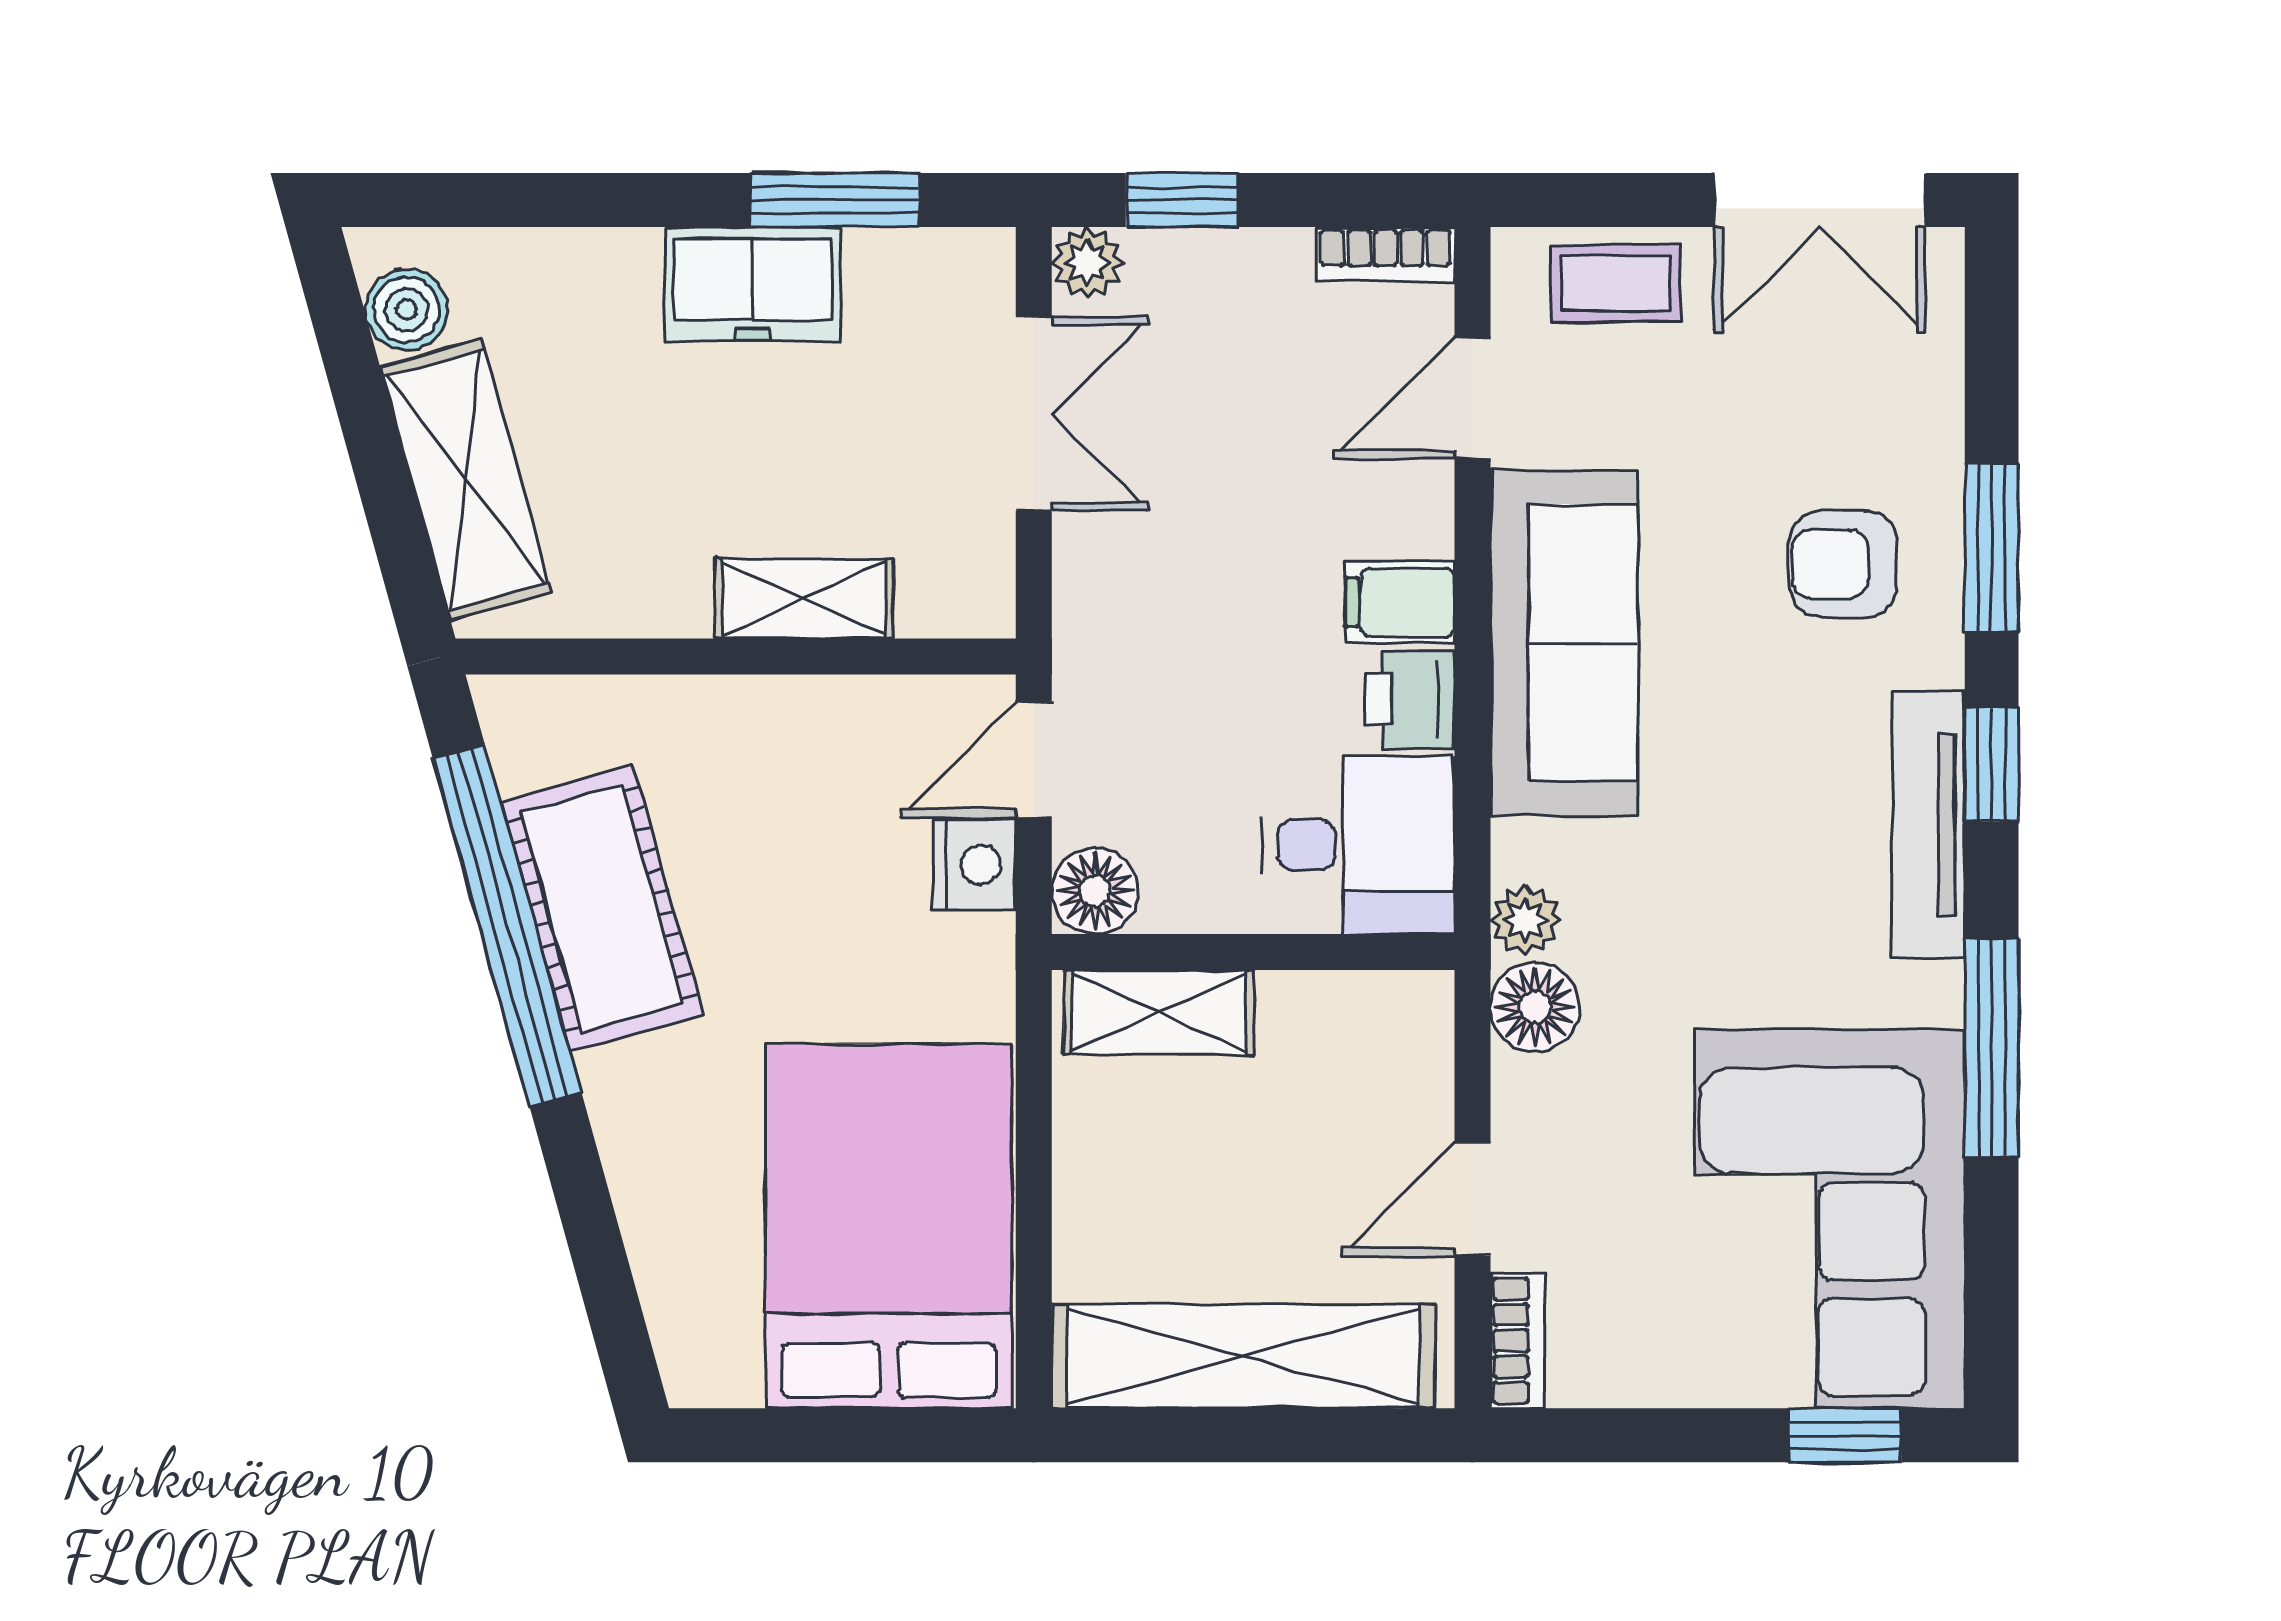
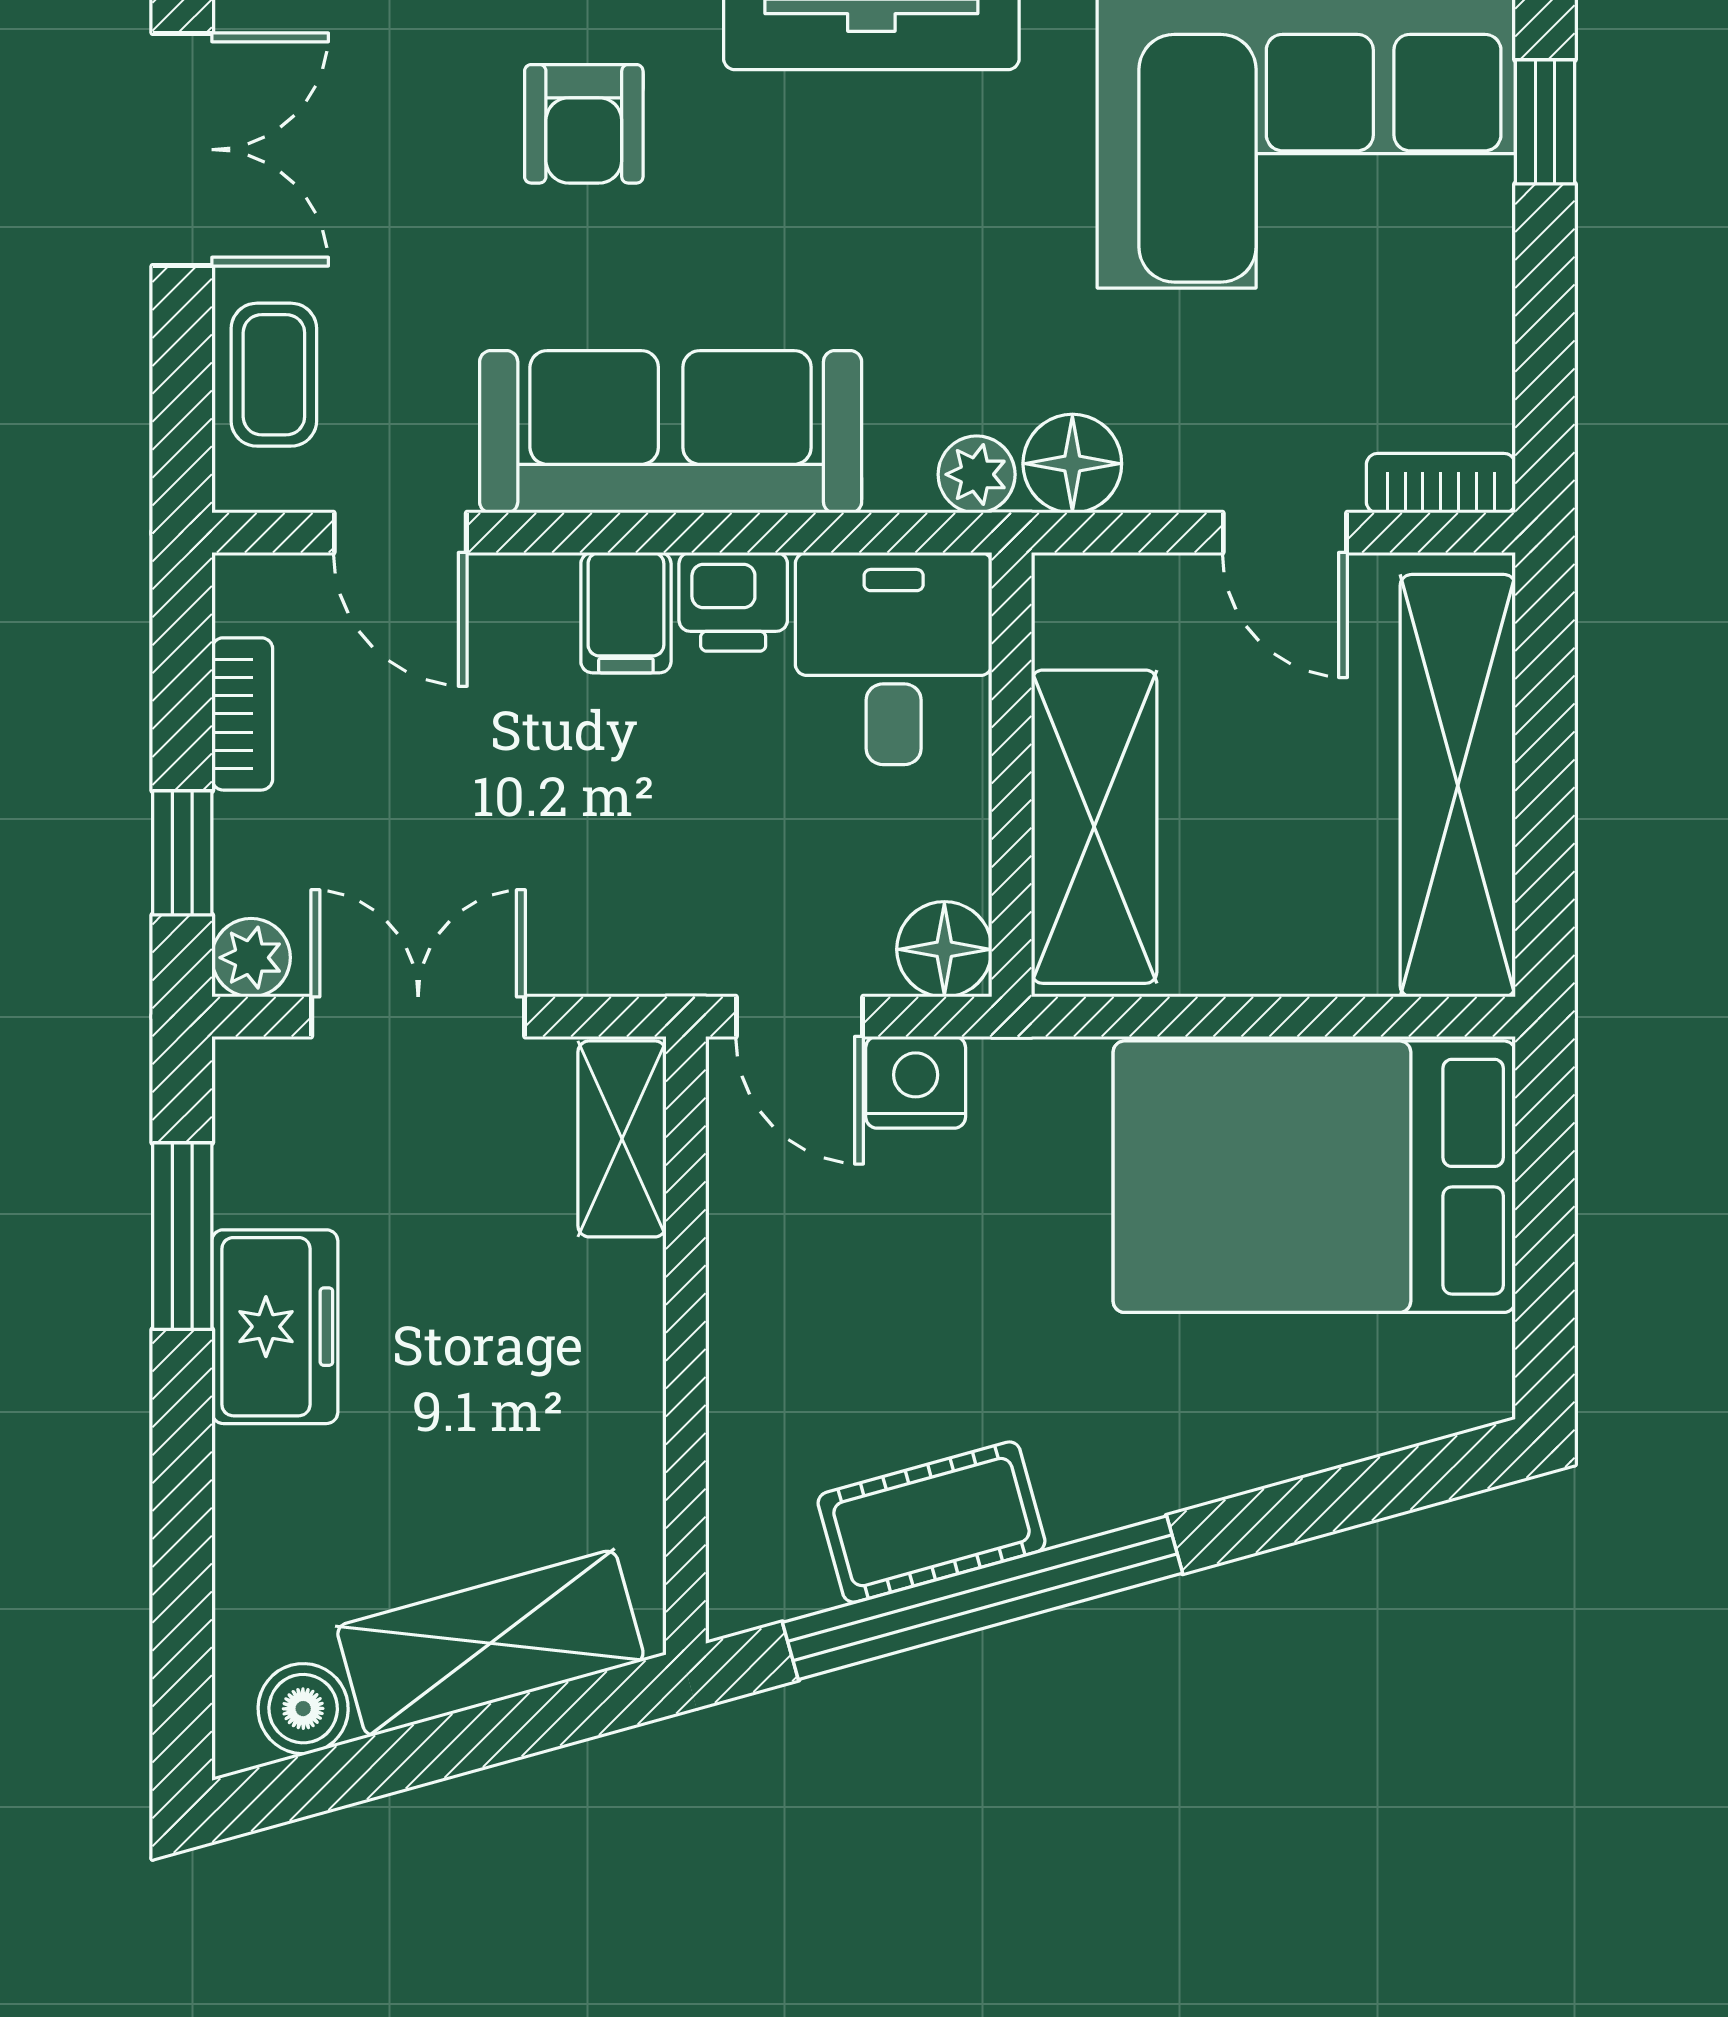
bookcase: (1386, 254) -> (242, 714), moved
shelving: (804, 599) -> (622, 1139), moved
cot: (602, 908) -> (932, 1522), width x0.73, depth x0.75
shelving: (1159, 1012) -> (1094, 827), width x1.50, depth x1.33

